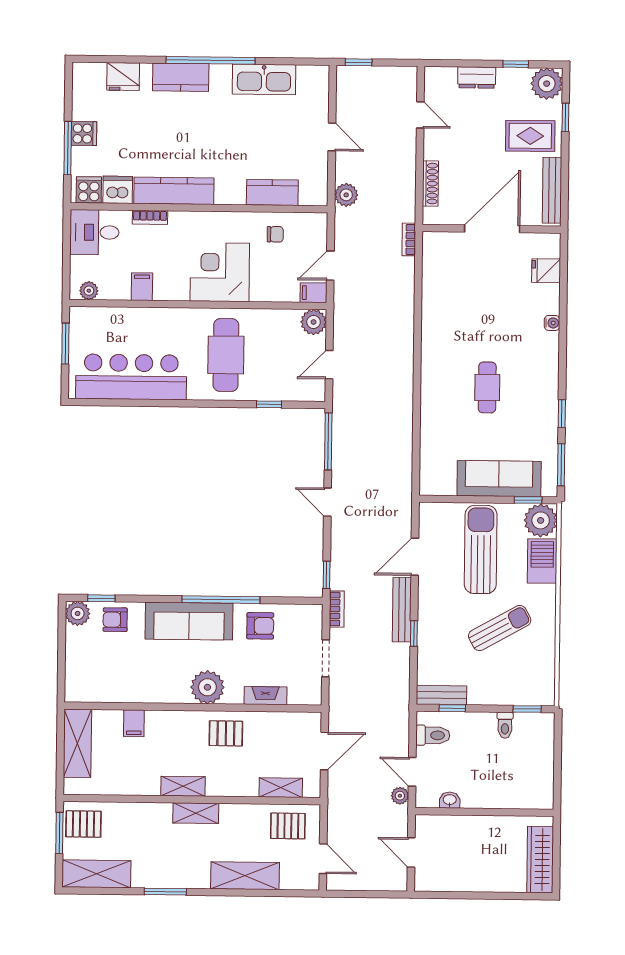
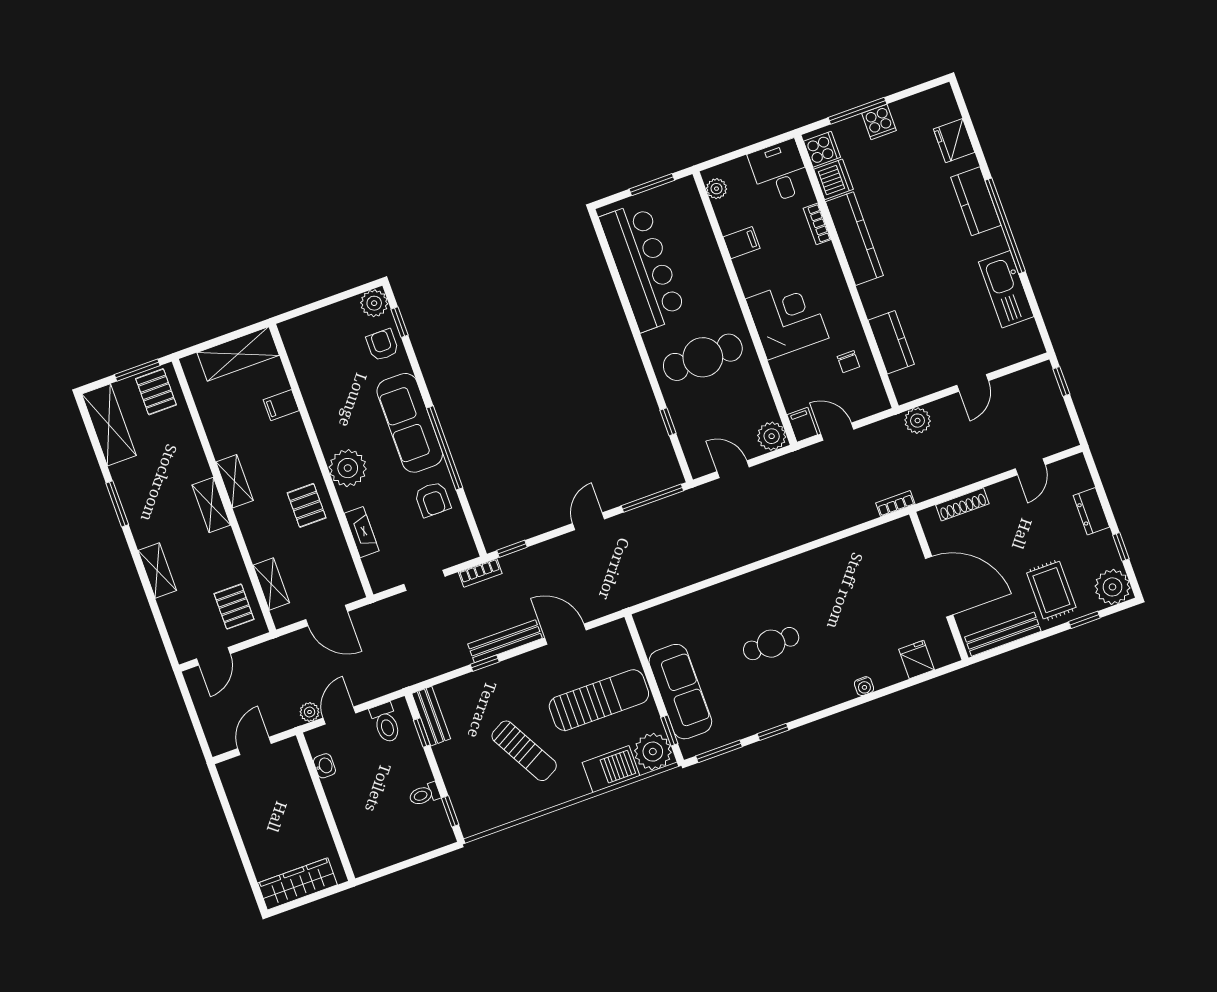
shelving: (245, 876) -> (157, 570), width x0.67, depth x0.75

